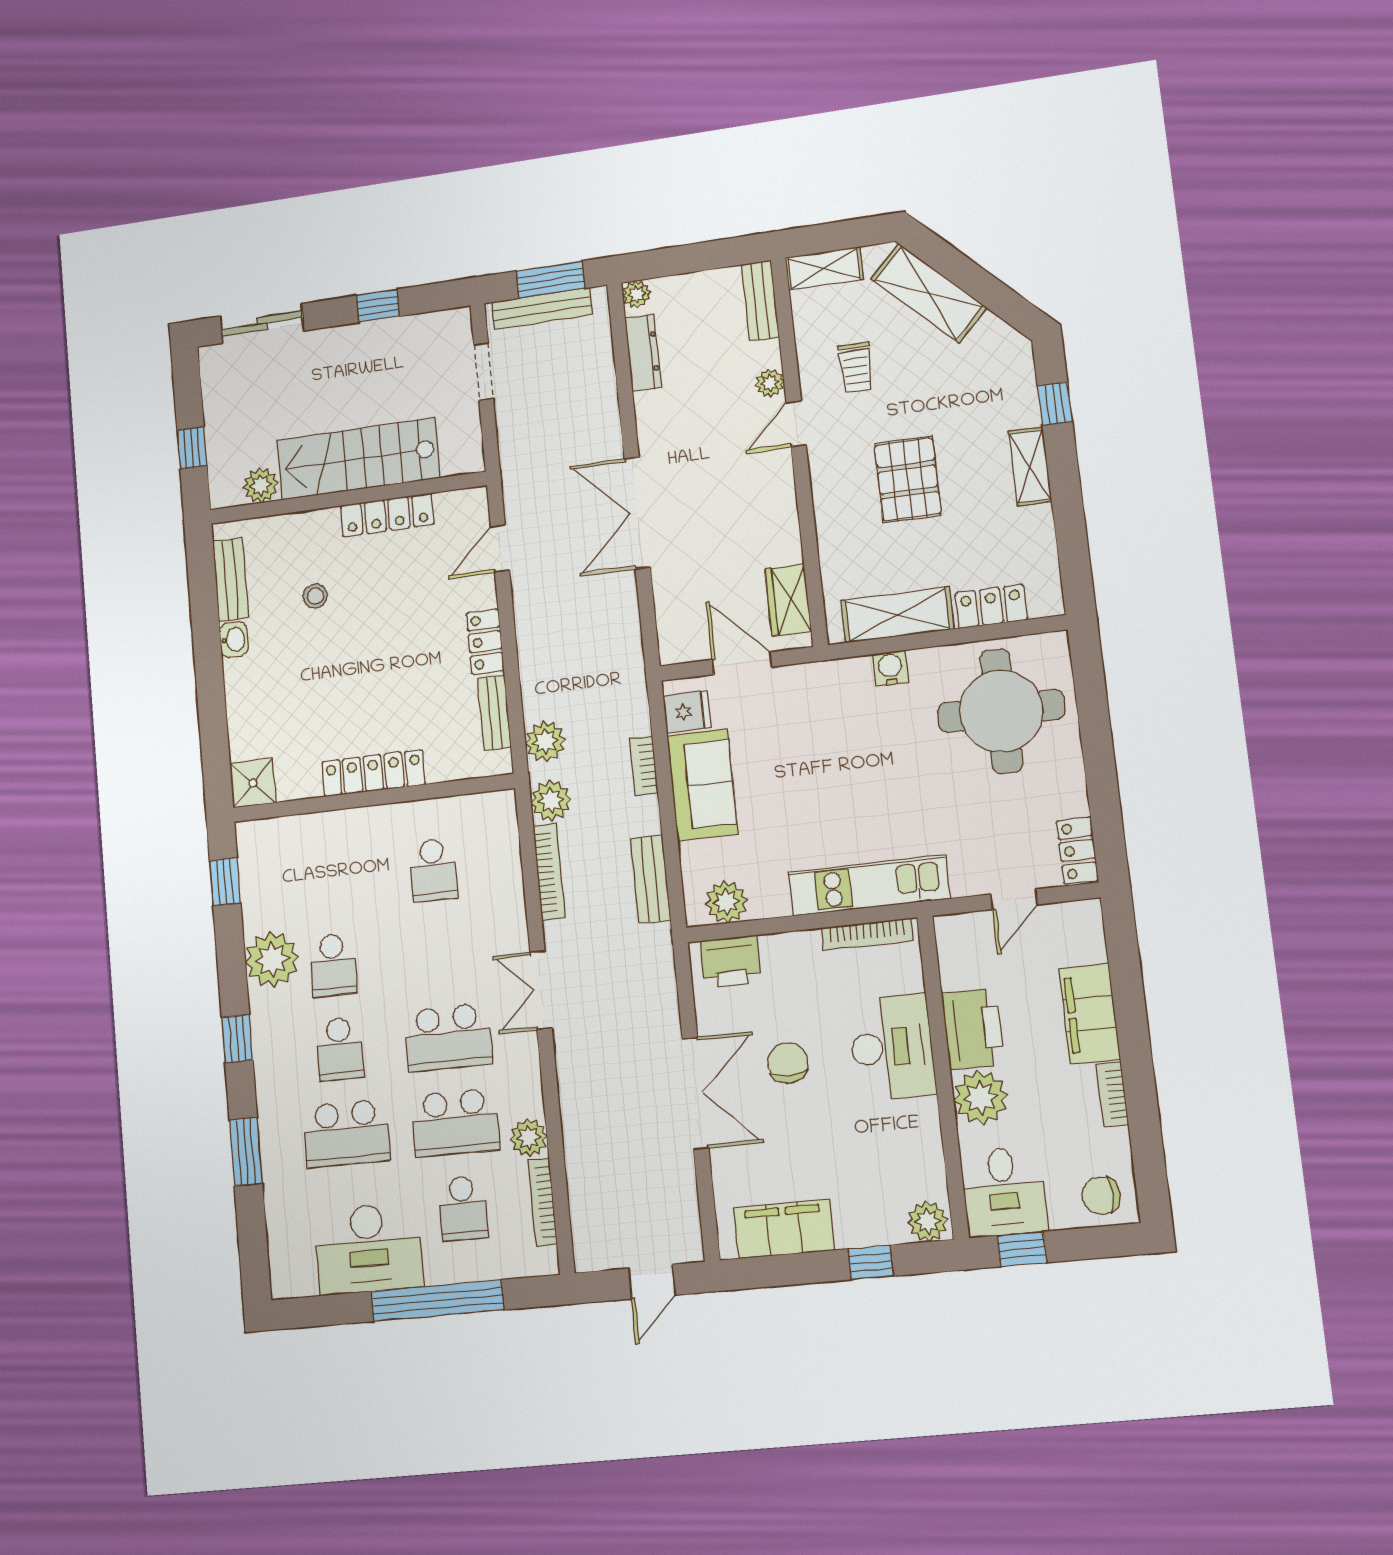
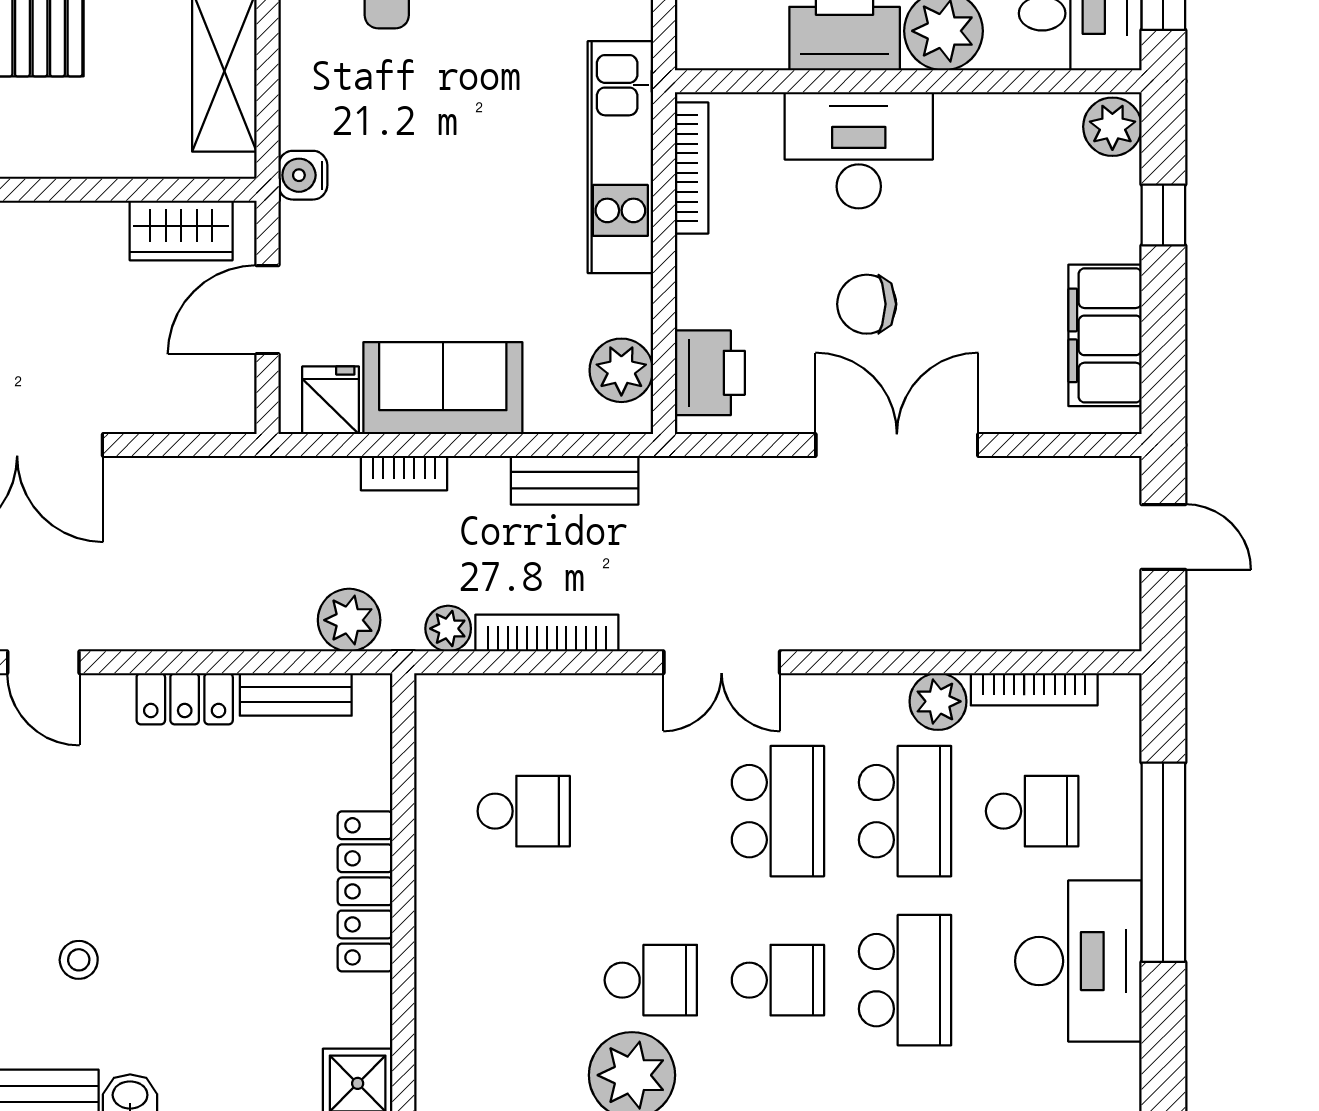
water cooler: (890, 668) -> (303, 175), moved
plant: (551, 801) -> (448, 629), width x0.73, depth x0.73

